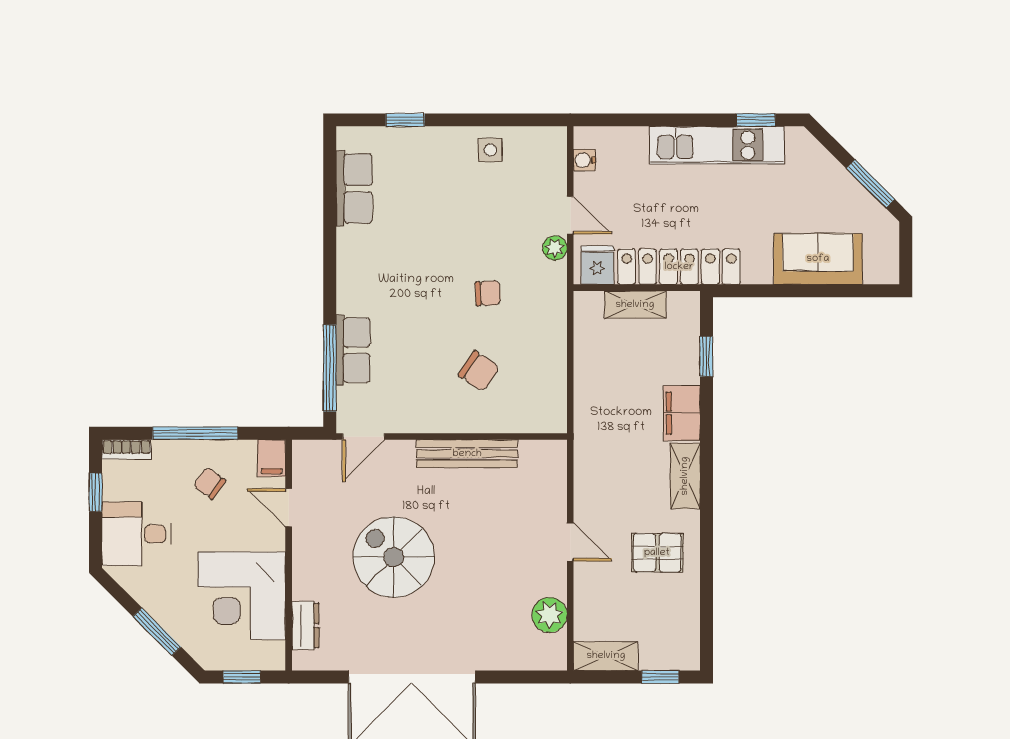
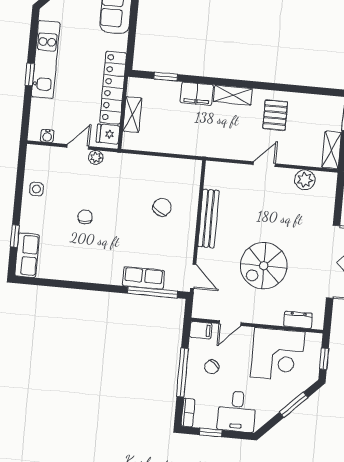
window: (756, 120) -> (30, 74), moved
row of seats: (354, 189) -> (27, 255), moved, turned 90
chair: (488, 293) -> (85, 217), moved

